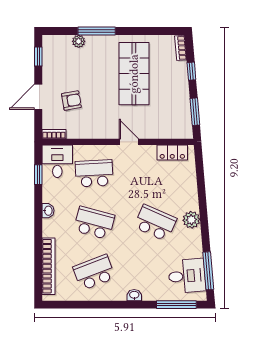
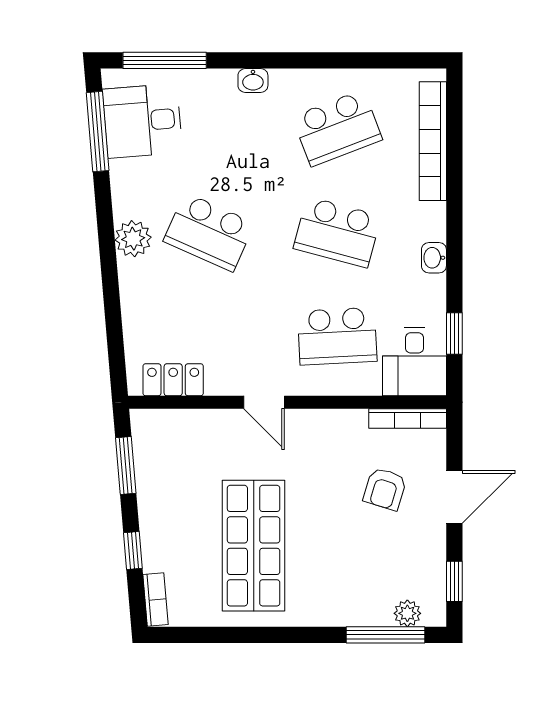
window: (97, 31) -> (386, 635), moved
plant: (79, 41) -> (407, 613), moved
armchair: (71, 101) -> (385, 489), turned -63
bookcase: (54, 134) -> (408, 419), width x1.56

